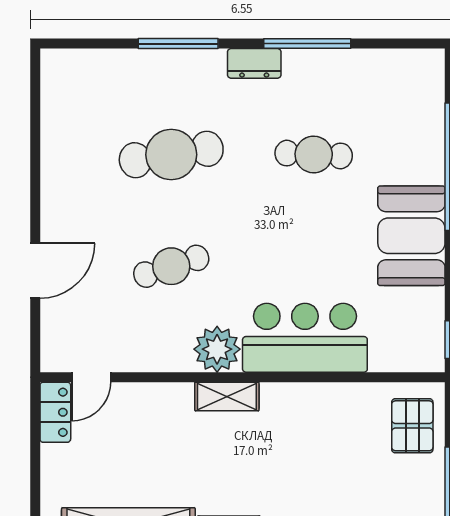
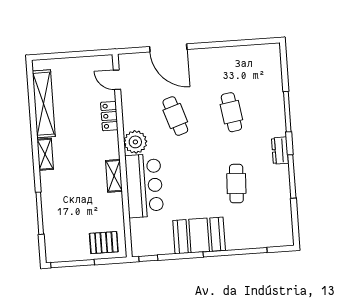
cafe table: (171, 155) -> (231, 112), width x0.73, depth x0.74
door: (35, 271) -> (168, 48), width x1.36
shelving: (227, 396) -> (114, 176), moved
locker: (55, 412) -> (109, 116), moved, turned 90

